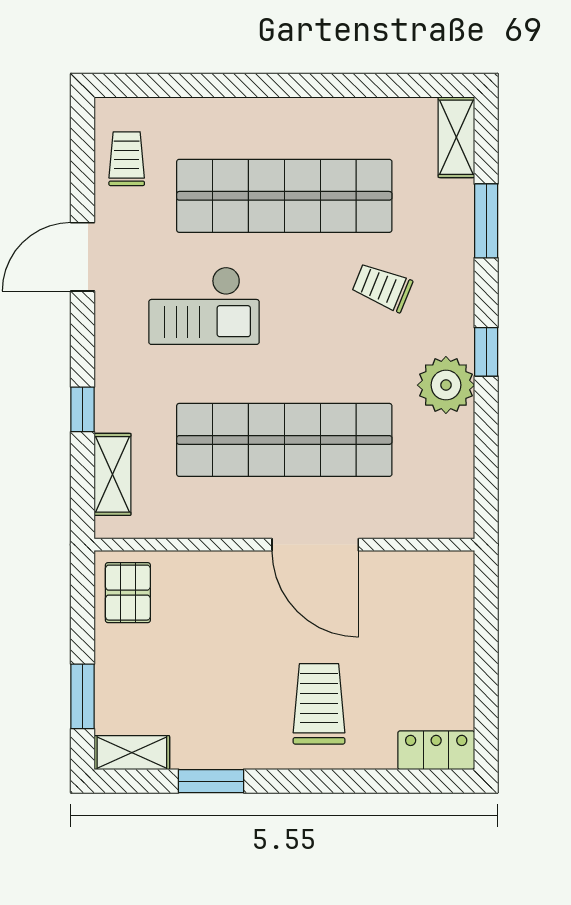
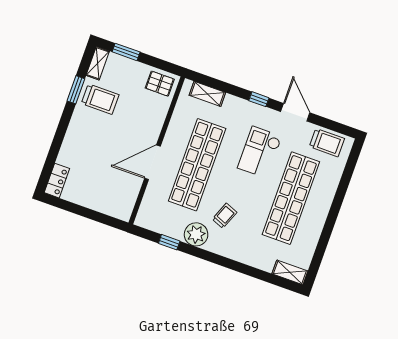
trolley: (127, 159) -> (327, 143), width x1.36, depth x1.39
window: (486, 221) -> (254, 272), removed
trolley: (382, 287) -> (225, 216), moved
window: (486, 352) -> (169, 242), moved
window: (82, 409) -> (259, 99), moved
trolley: (319, 704) -> (100, 99), moved

